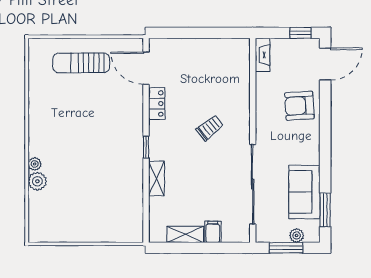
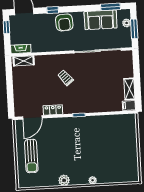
armchair: (299, 106) -> (64, 22), moved
window: (325, 112) -> (53, 10), added
shelving: (157, 179) -> (24, 61), moved
plant: (37, 181) -> (64, 180), moved
filing cabinet: (213, 232) -> (129, 105), moved

